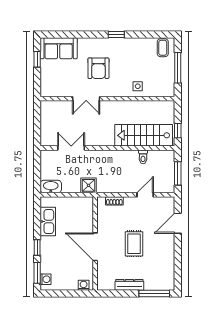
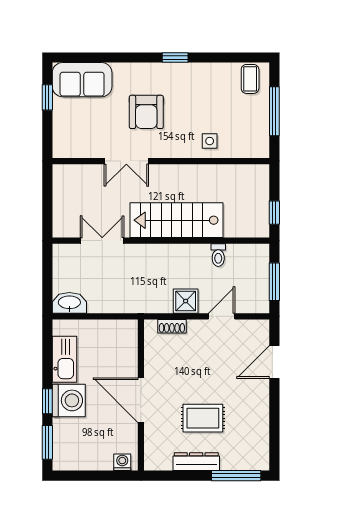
stairs: (144, 135) -> (177, 220), moved
shower: (89, 185) -> (186, 301), moved
rug: (134, 244) -> (203, 418), moved, turned 90
washing machine: (46, 279) -> (69, 400), moved, width x1.89, depth x1.89

